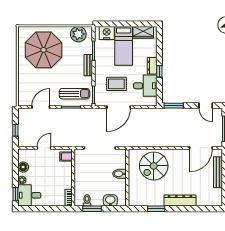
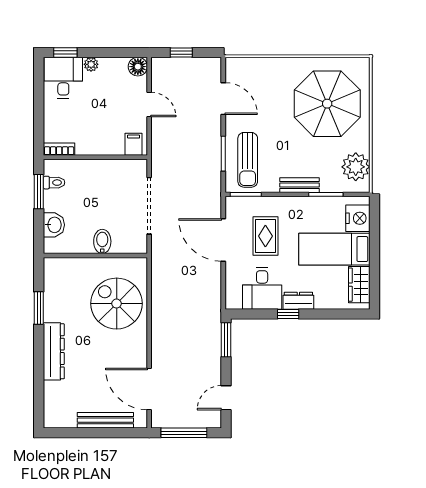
floor lamp: (23, 167) -> (138, 67), moved

